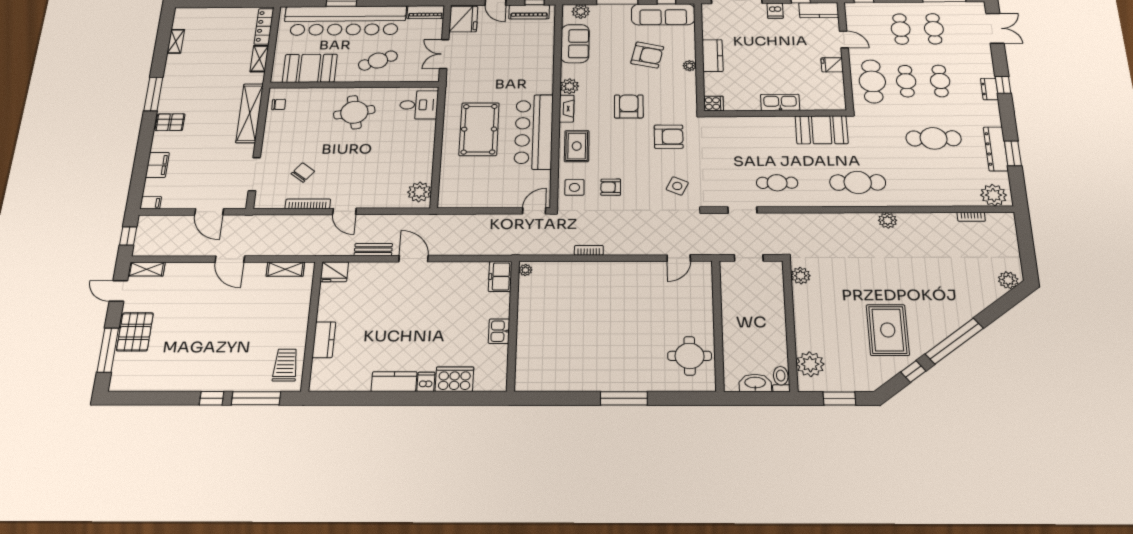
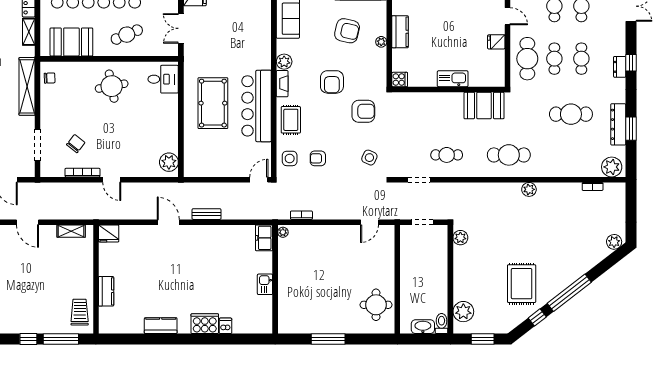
armchair: (629, 106) -> (332, 82), turned 180
bench: (373, 250) -> (207, 214), moved
plant: (525, 270) -> (283, 232), moved
freezer: (500, 276) -> (264, 238), moved
wall: (513, 325) -> (275, 279), moved
kitchen sink: (499, 331) -> (265, 284), moved
dishwasher: (426, 382) -> (225, 326), moved

